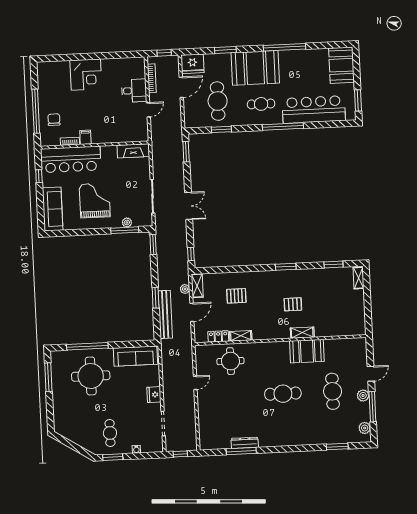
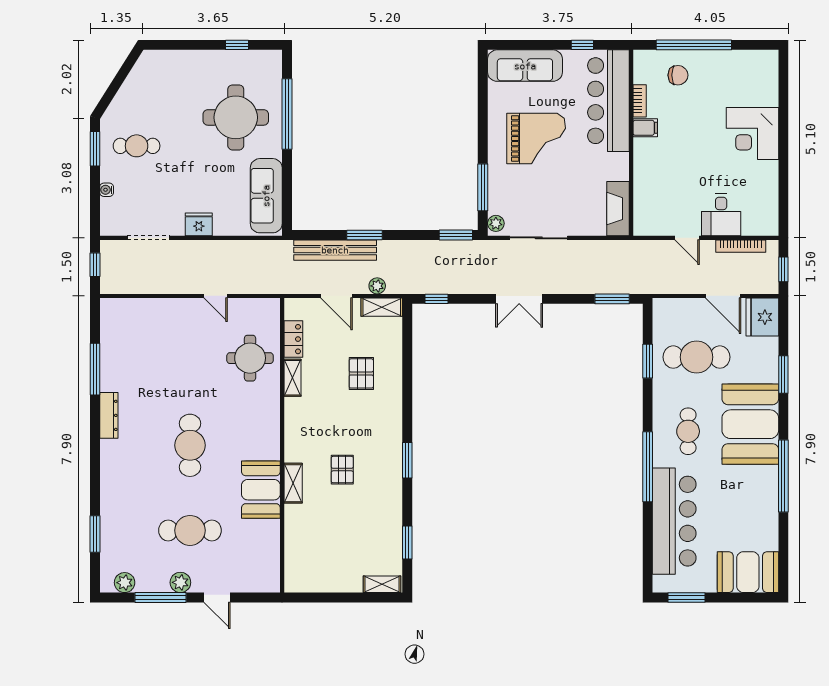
plant: (127, 222) -> (496, 223), moved
window: (48, 377) -> (237, 45), width x0.46
dresser: (245, 443) -> (109, 415), moved

